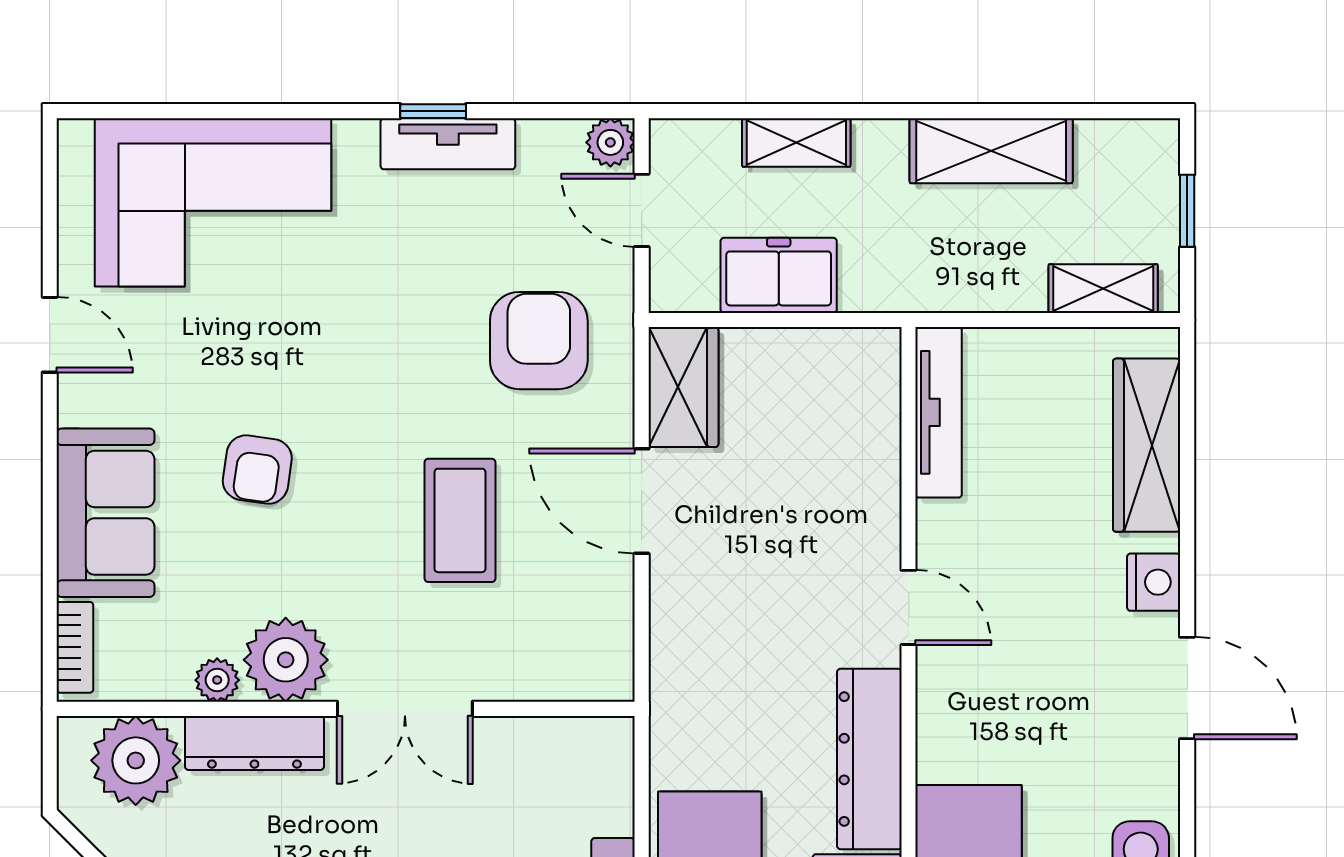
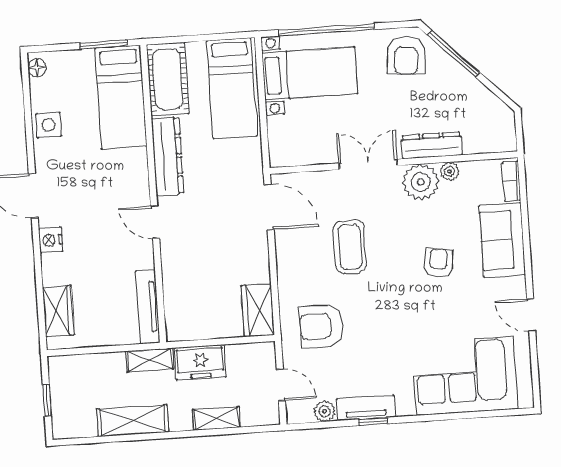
plant: (610, 142) -> (325, 411), moved
freezer: (779, 275) -> (200, 362), moved
shelving: (1103, 289) -> (150, 360), moved
armchair: (539, 341) -> (321, 326), turned 90
wardrobe: (1147, 445) -> (58, 311), width x0.67
door: (642, 501) -> (269, 207), moved
plant: (136, 760) -> (482, 135), removed

